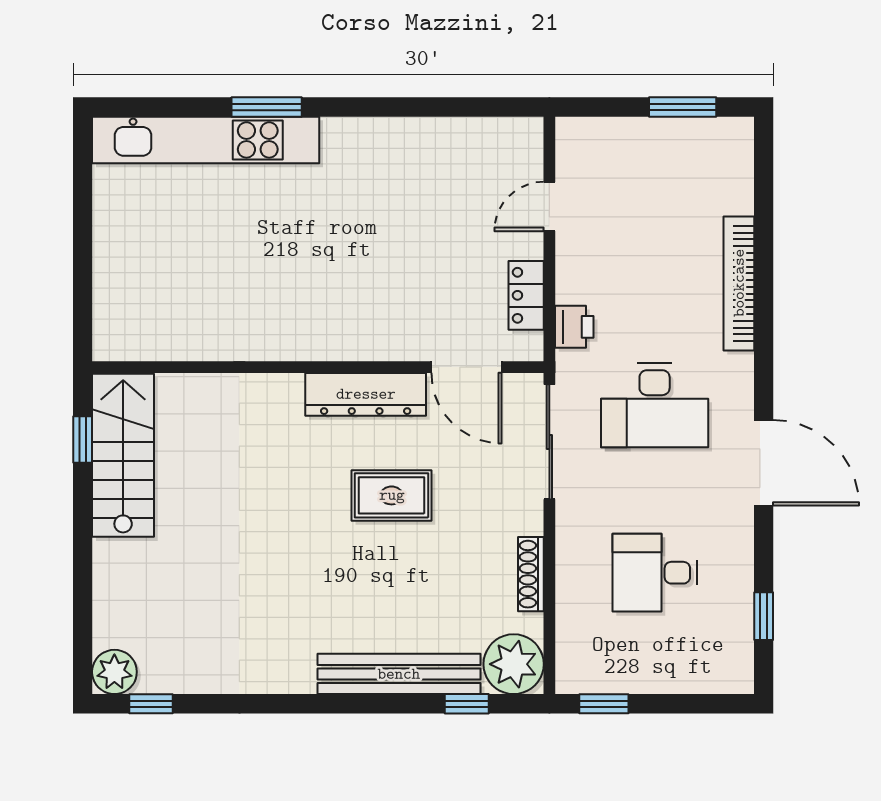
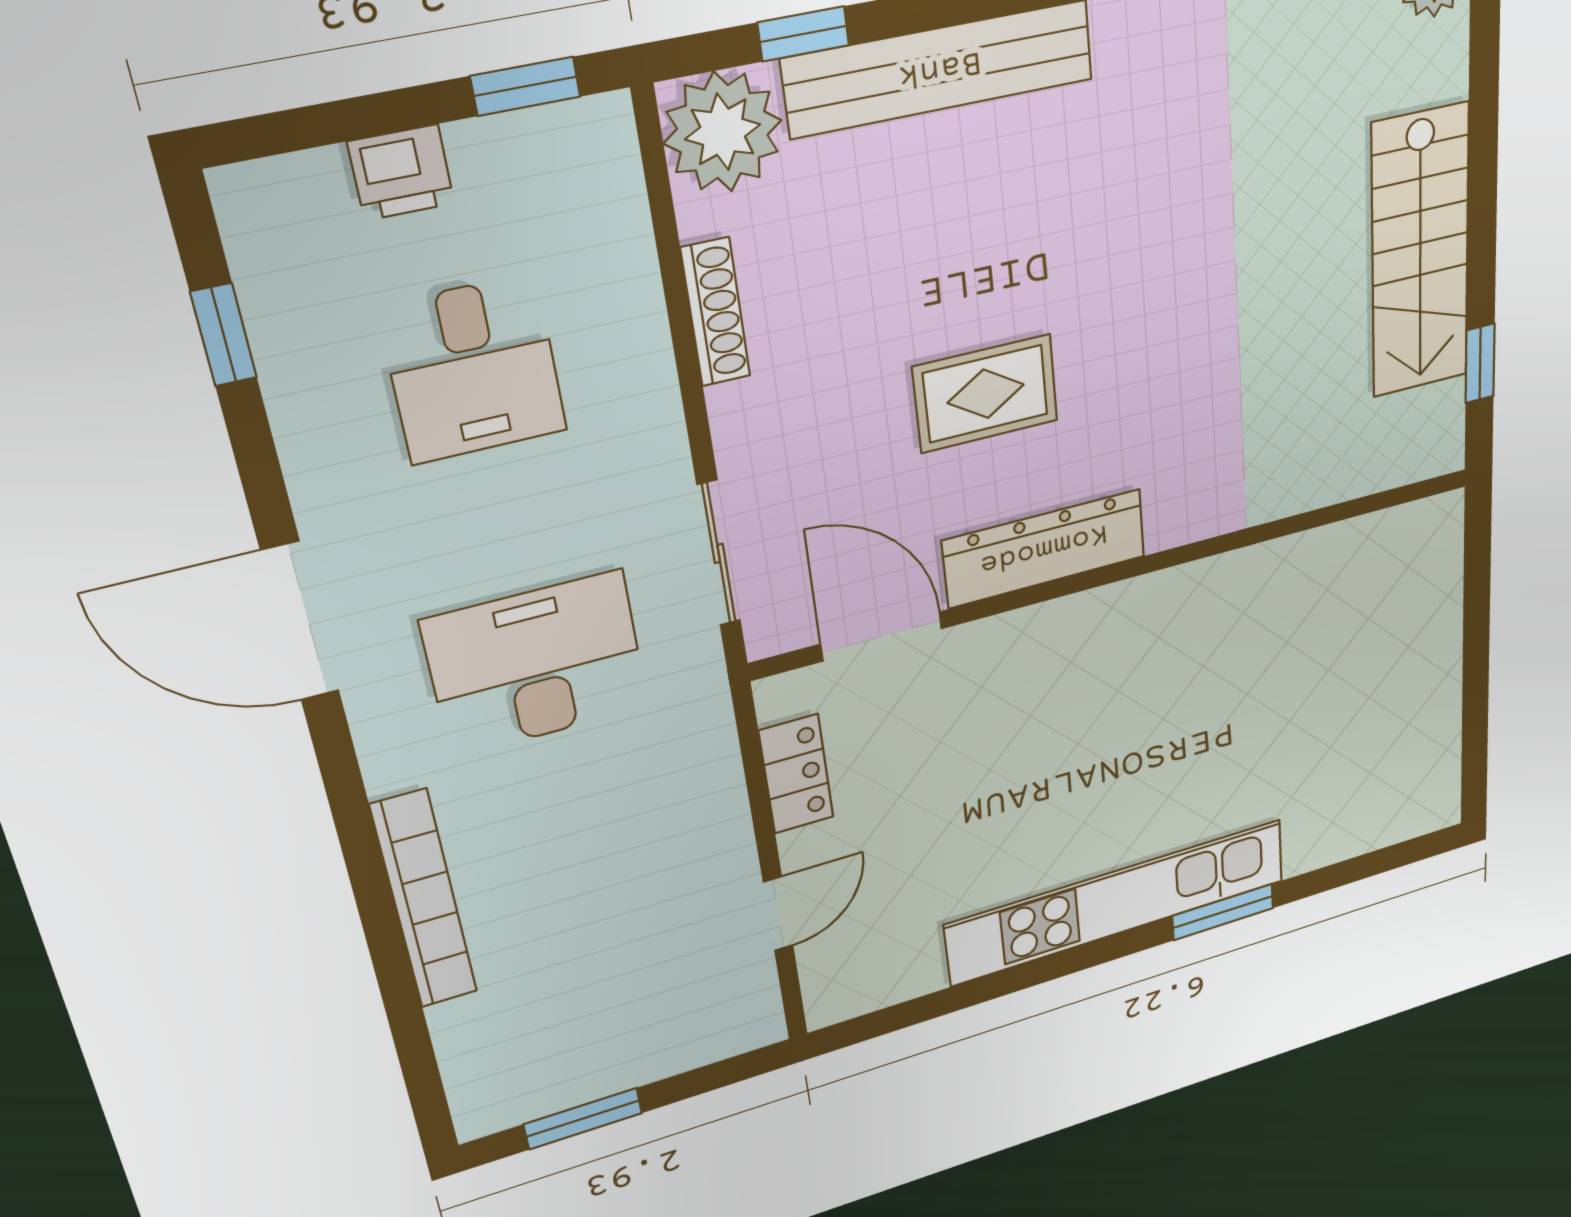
kitchen unit: (206, 140) -> (1118, 902), moved
printer: (574, 327) -> (401, 173), moved, turned -90
sliding door: (549, 442) -> (719, 553), width x0.73
stairs: (123, 455) -> (1420, 252), moved
desk: (655, 573) -> (473, 369), turned 90

